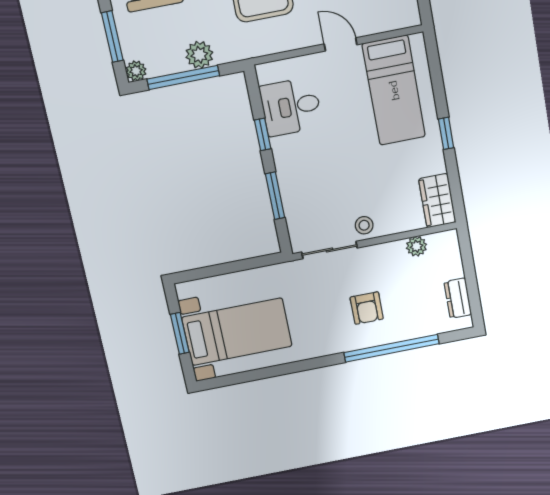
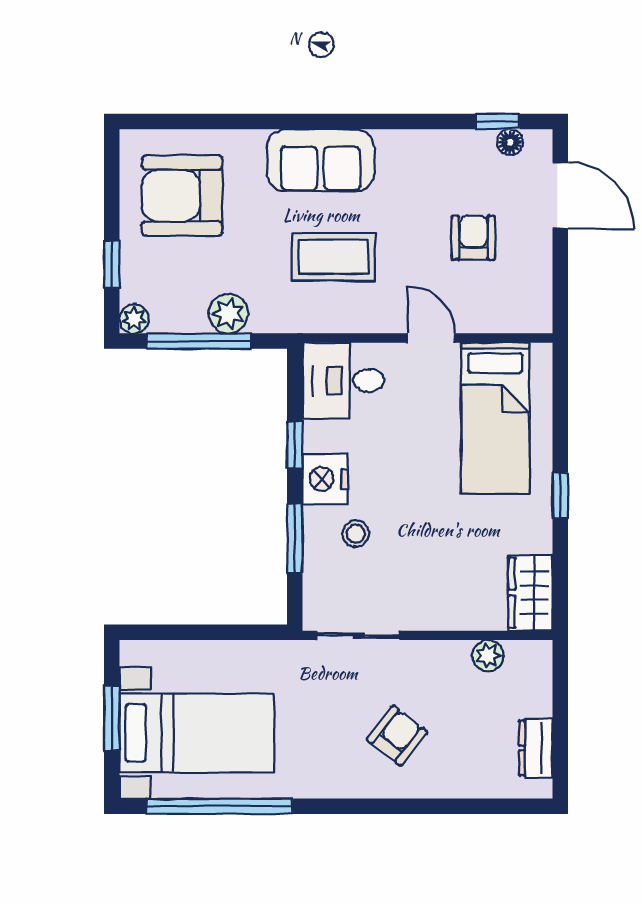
window: (112, 37) -> (112, 264), width x0.67
desk: (291, 107) -> (343, 381), moved
nightstand: (287, 153) -> (325, 479), added
stool: (364, 225) -> (356, 534), moved
armchair: (367, 308) -> (397, 736), turned -142
window: (392, 348) -> (220, 806), moved

